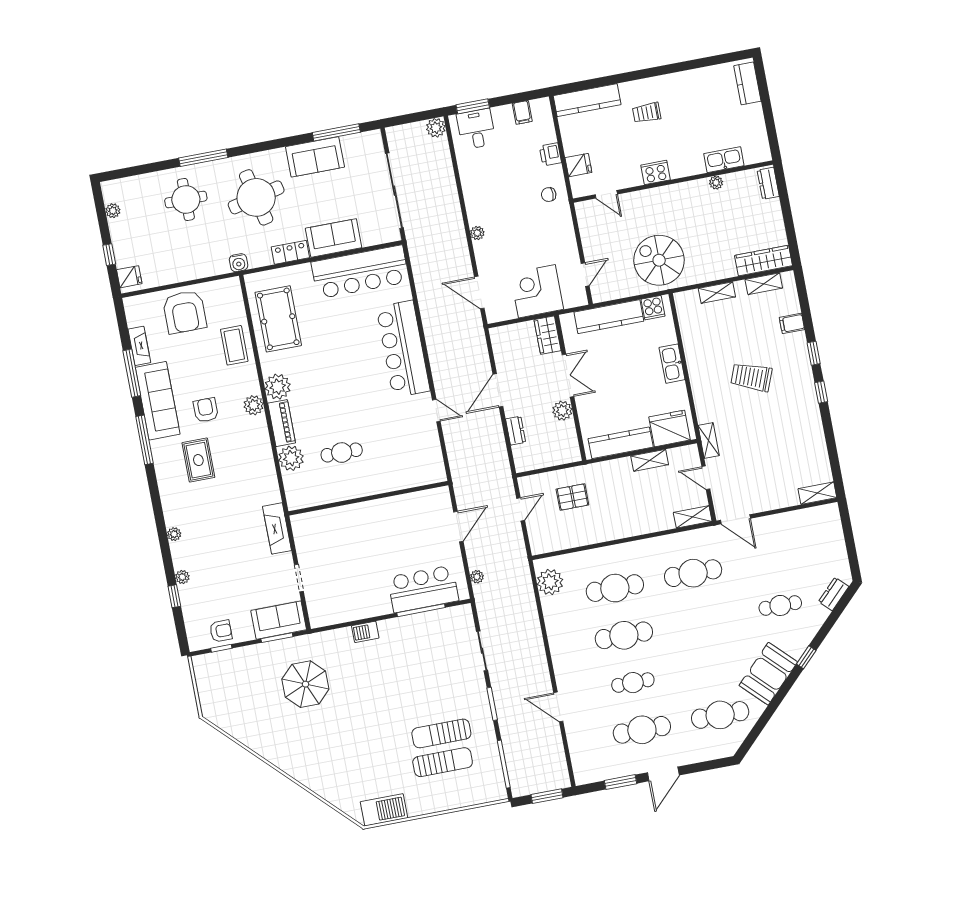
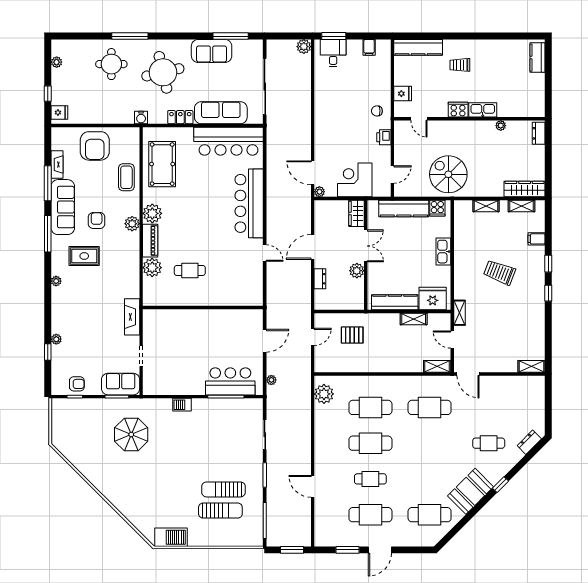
printer: (550, 154) -> (384, 137), moved
kitchen sink: (724, 160) -> (483, 110), moved
plant: (477, 233) -> (319, 192), moved
sofa: (334, 238) -> (221, 113), width x1.36
rug: (198, 460) -> (84, 256), turned 90
plant: (174, 534) -> (56, 281), moved

